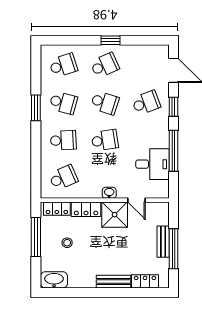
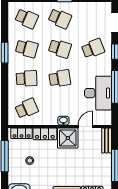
school desk: (63, 65) -> (27, 18), turned 42
school desk: (105, 65) -> (60, 18), turned 48
desk: (152, 164) -> (98, 93), width x1.37
door: (137, 200) -> (85, 126), swing flipped
bench: (163, 242) -> (107, 141), moved

